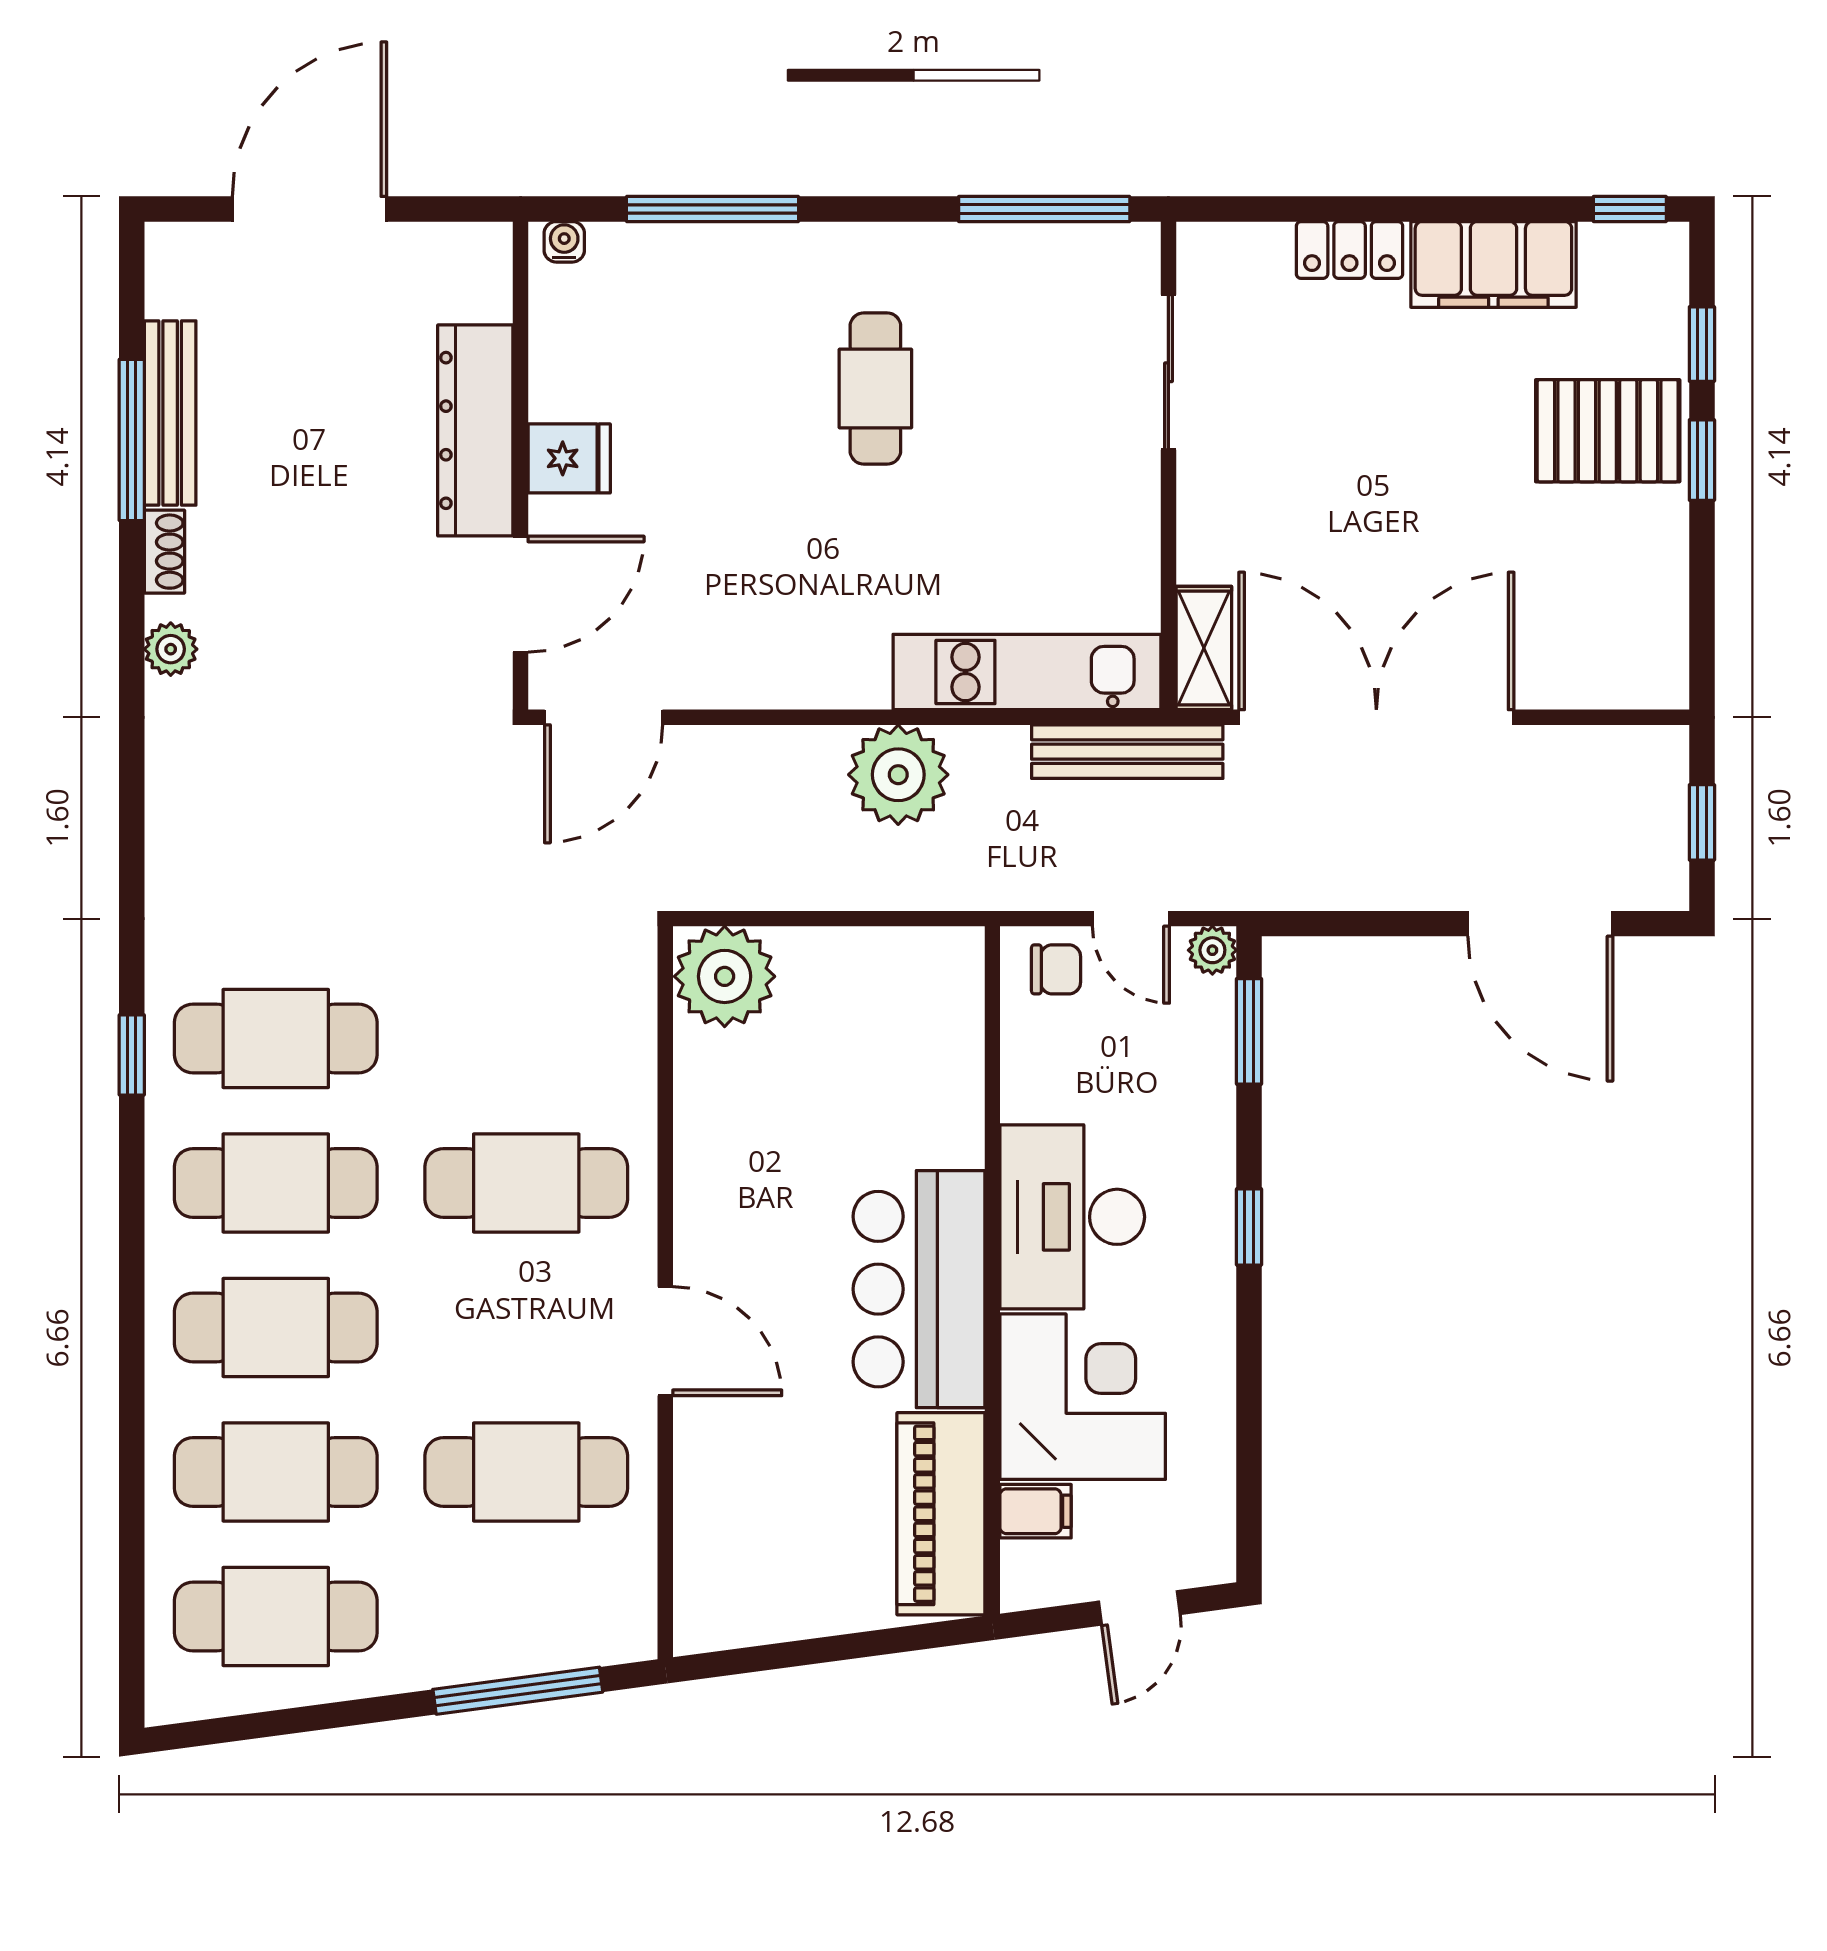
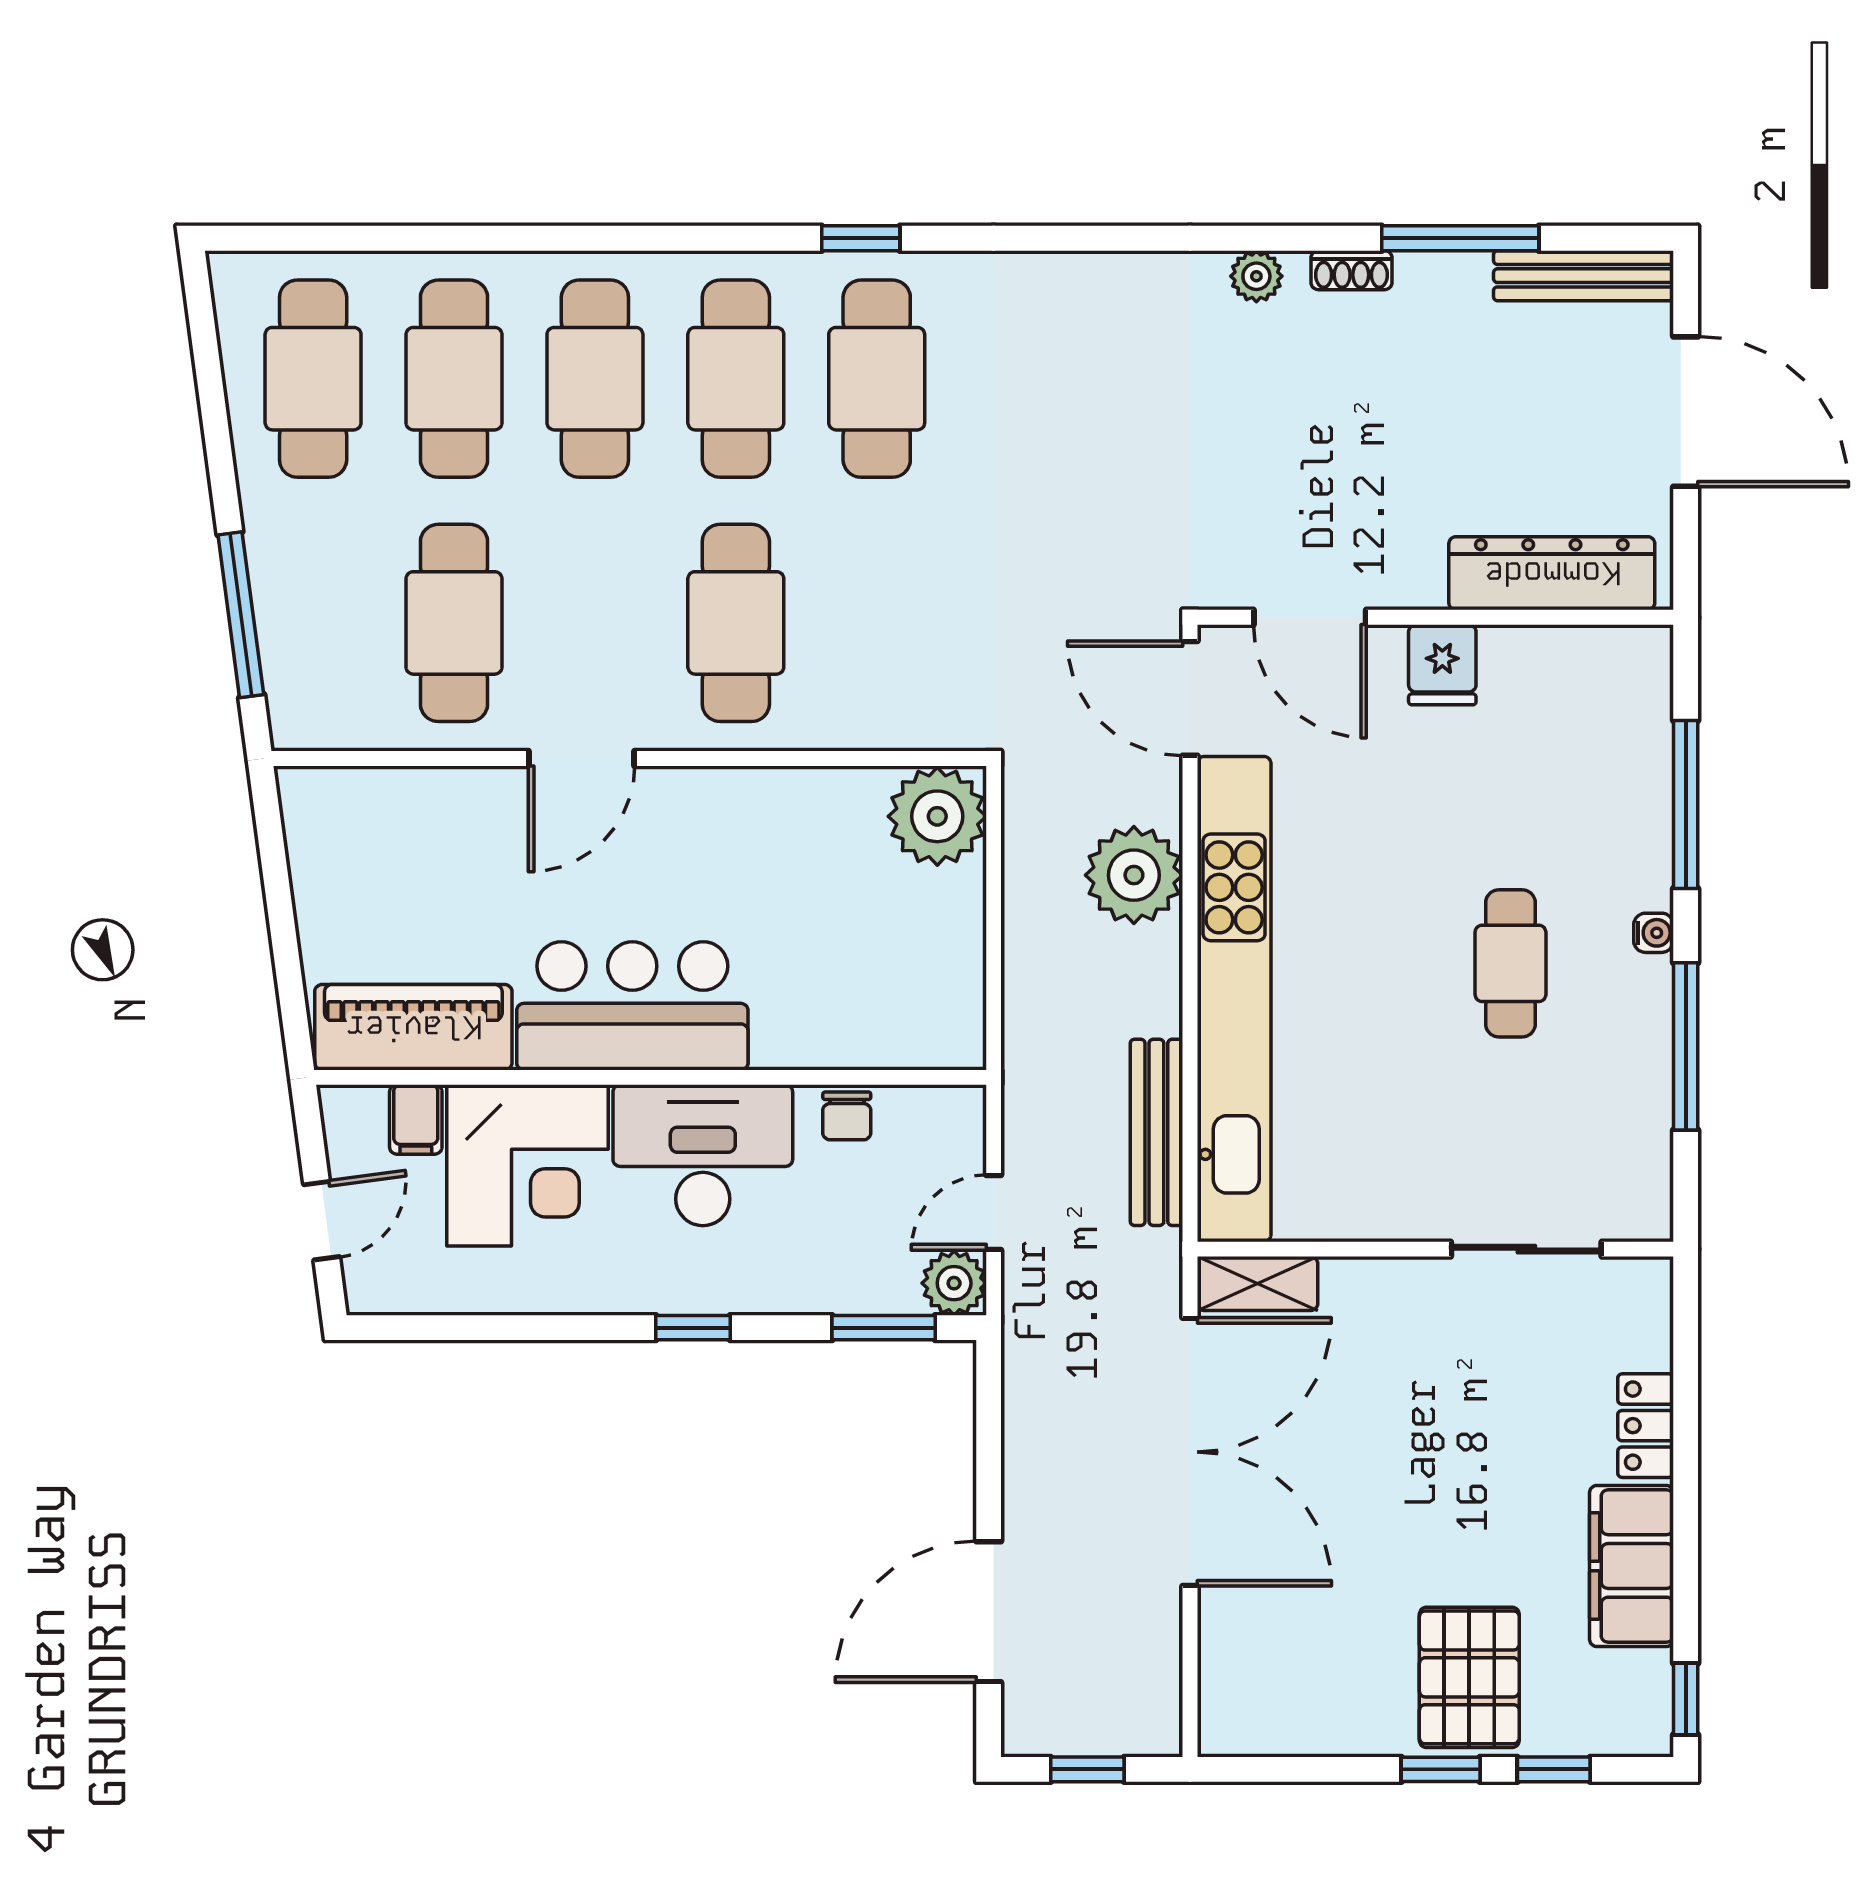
window: (1044, 209) -> (1686, 1046), moved
water cooler: (564, 242) -> (1654, 933), moved
cafe table: (875, 389) -> (1510, 963), turned 90
bench: (170, 413) -> (1583, 276), moved
dresser: (475, 430) -> (1552, 573), moved
kitchen unit: (1027, 672) -> (1234, 999), width x1.86
bench: (1127, 752) -> (1156, 1132), moved
plant: (898, 775) -> (1134, 875), moved
plant: (1212, 950) -> (954, 1283), width x1.38, depth x1.38
chair: (1056, 969) -> (847, 1116), moved
door: (1139, 1608) -> (322, 1221), swing flipped

